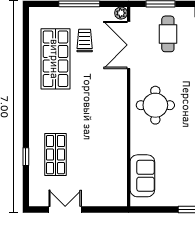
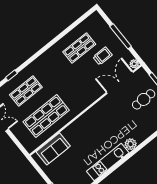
shop shelf: (55, 59) -> (79, 48), width x0.70, depth x0.74
round table: (155, 105) -> (98, 124), removed
shop shelf: (100, 155) -> (46, 116), added

